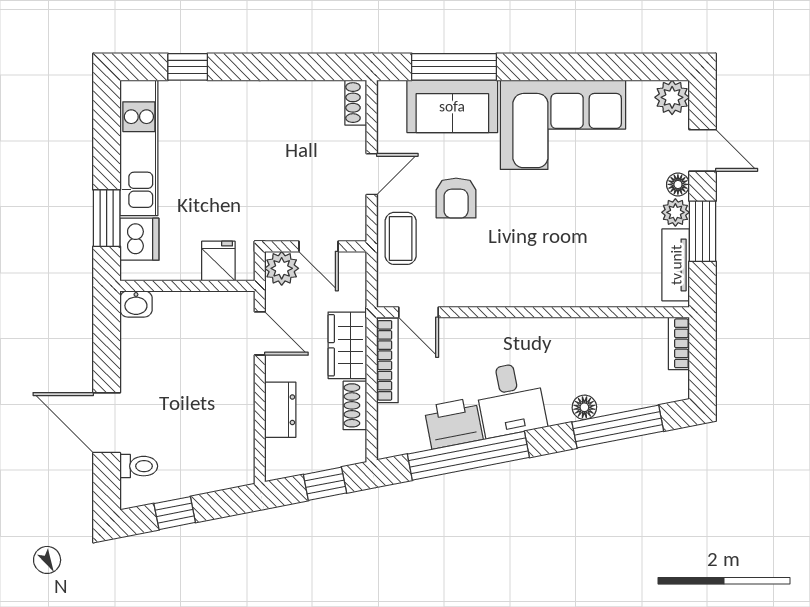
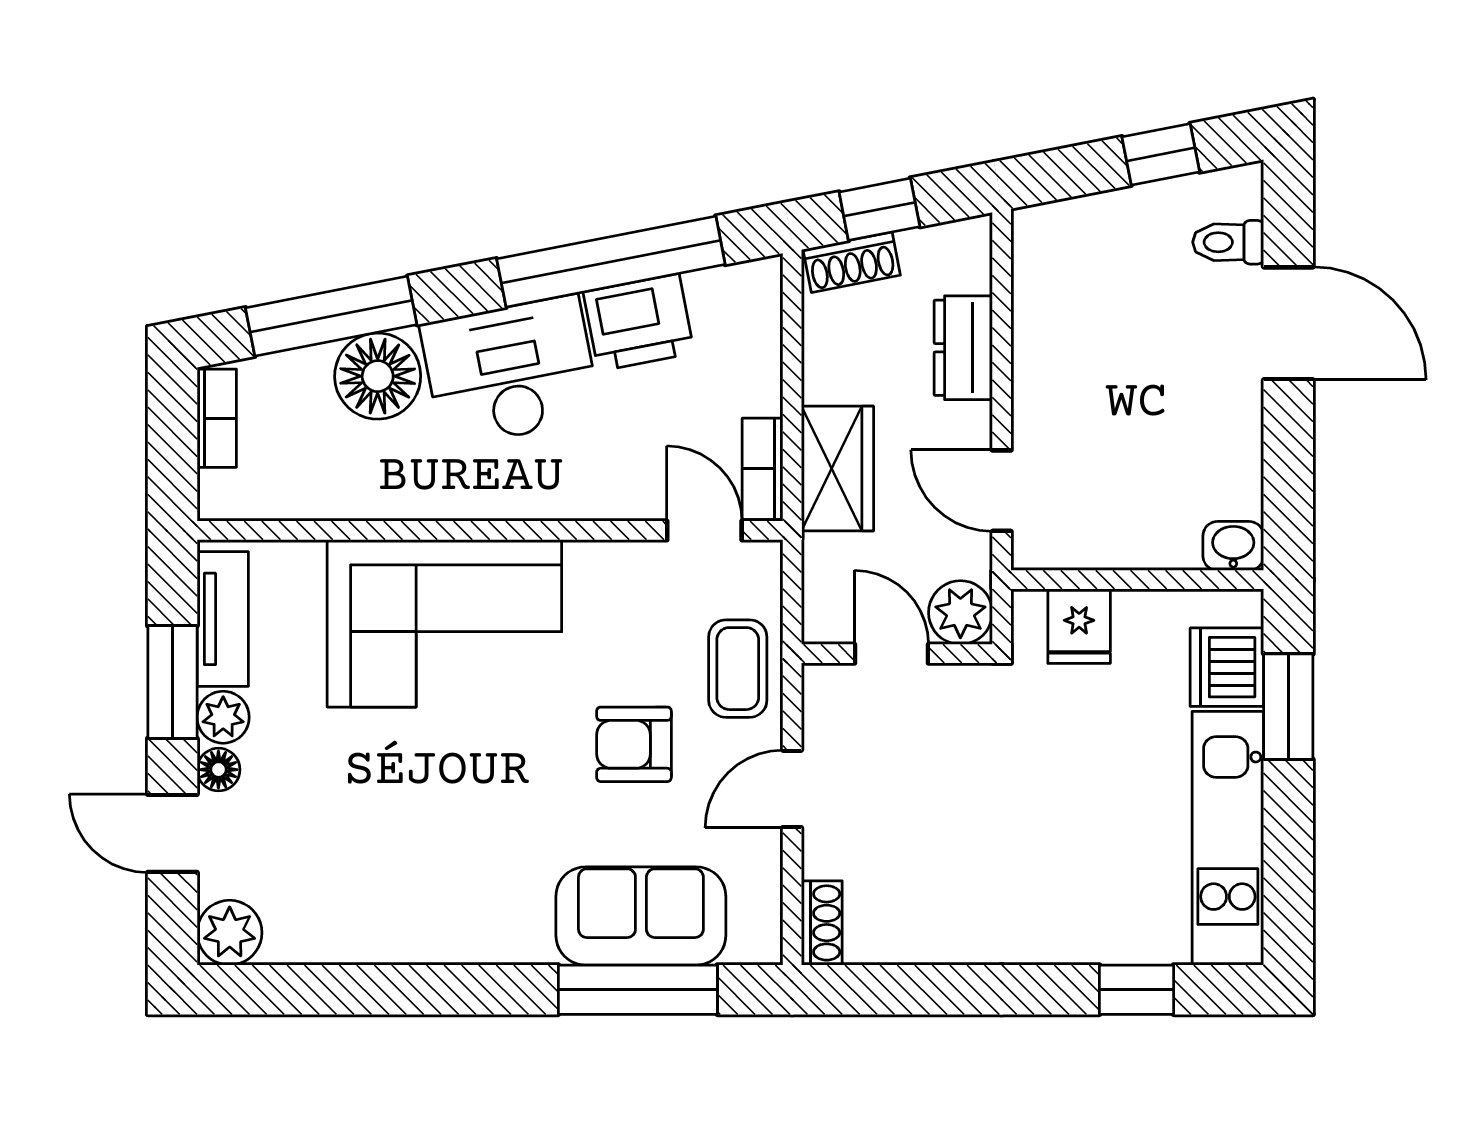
corner sofa: (563, 125) -> (444, 623), moved, turned 180
armchair: (456, 198) -> (634, 744), turned -90
bookcase: (679, 343) -> (217, 418), moved
bookcase: (387, 360) -> (762, 469), width x0.64
desk: (510, 399) -> (511, 371), width x1.37
shoe rack: (355, 405) -> (852, 262), moved, turned 79
floor lamp: (584, 407) -> (378, 376), width x1.89, depth x1.89

